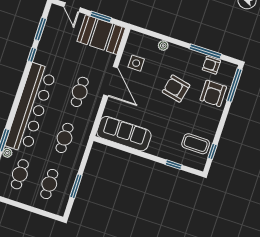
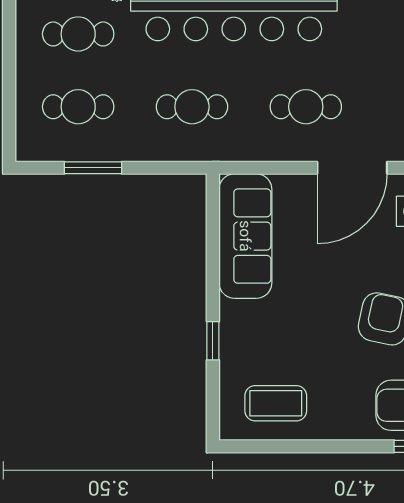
coffee table: (196, 144) -> (276, 403), turned 90
window: (212, 152) -> (271, 446), removed
window: (174, 165) -> (213, 341), moved

